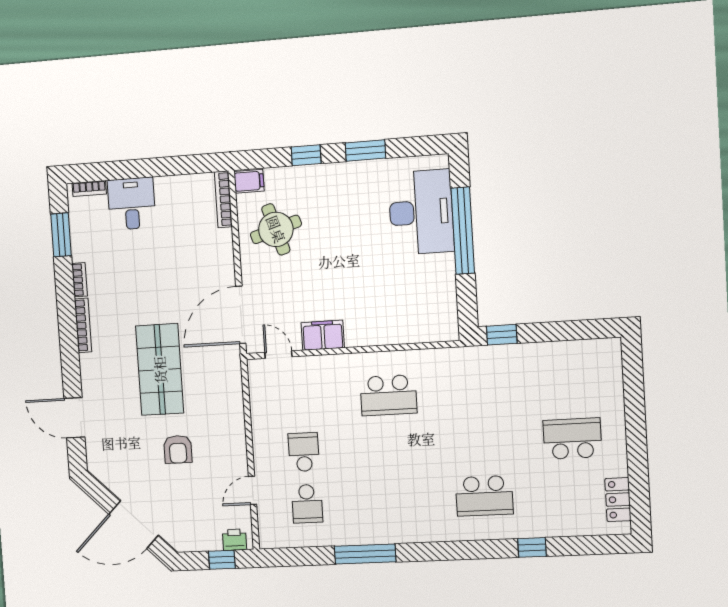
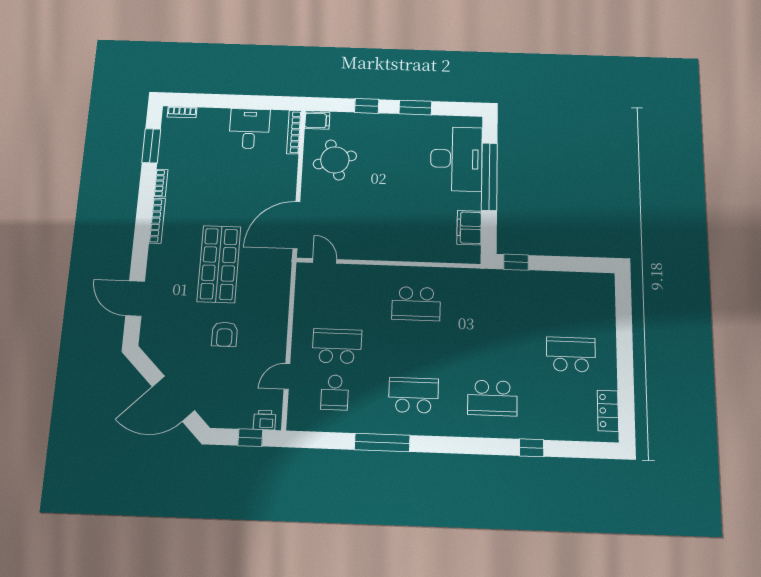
desk: (132, 204) -> (249, 129), moved
filing cabinet: (323, 335) -> (469, 228), moved, turned -90
school desk: (304, 452) -> (337, 346), width x1.85
school desk: (395, 500) -> (413, 395), added

